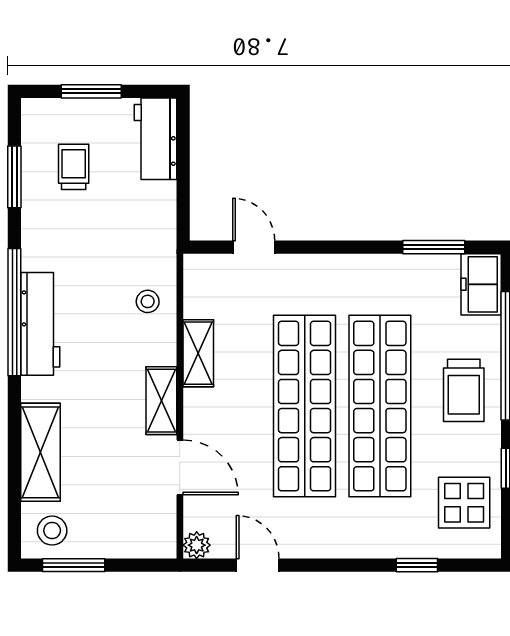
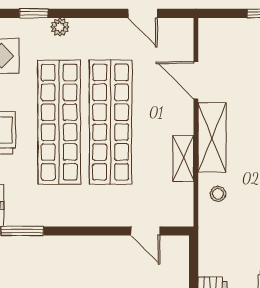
shelving: (161, 401) -> (212, 137), width x1.50, depth x1.33
plant: (197, 545) -> (60, 27), moved

